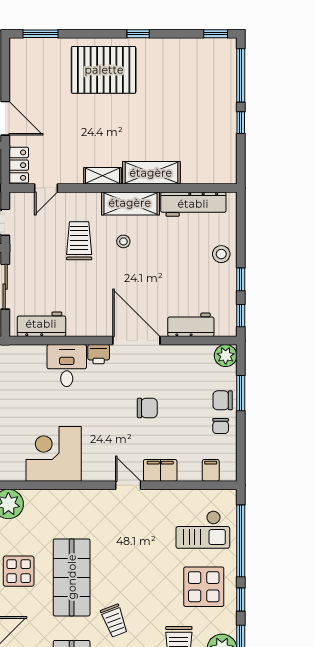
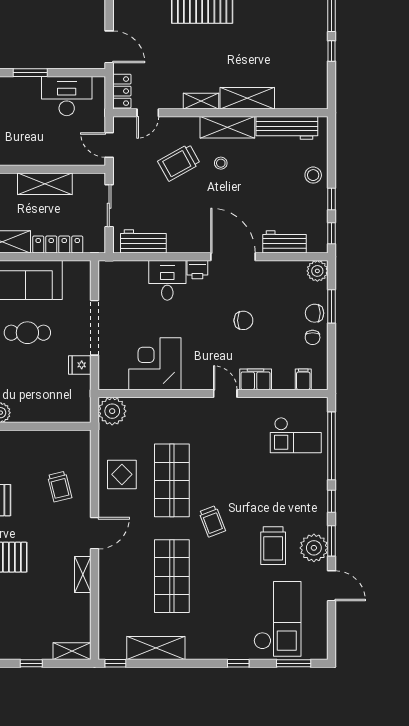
trolley: (79, 241) -> (179, 162), turned -119
display table: (204, 587) -> (297, 489), removed

